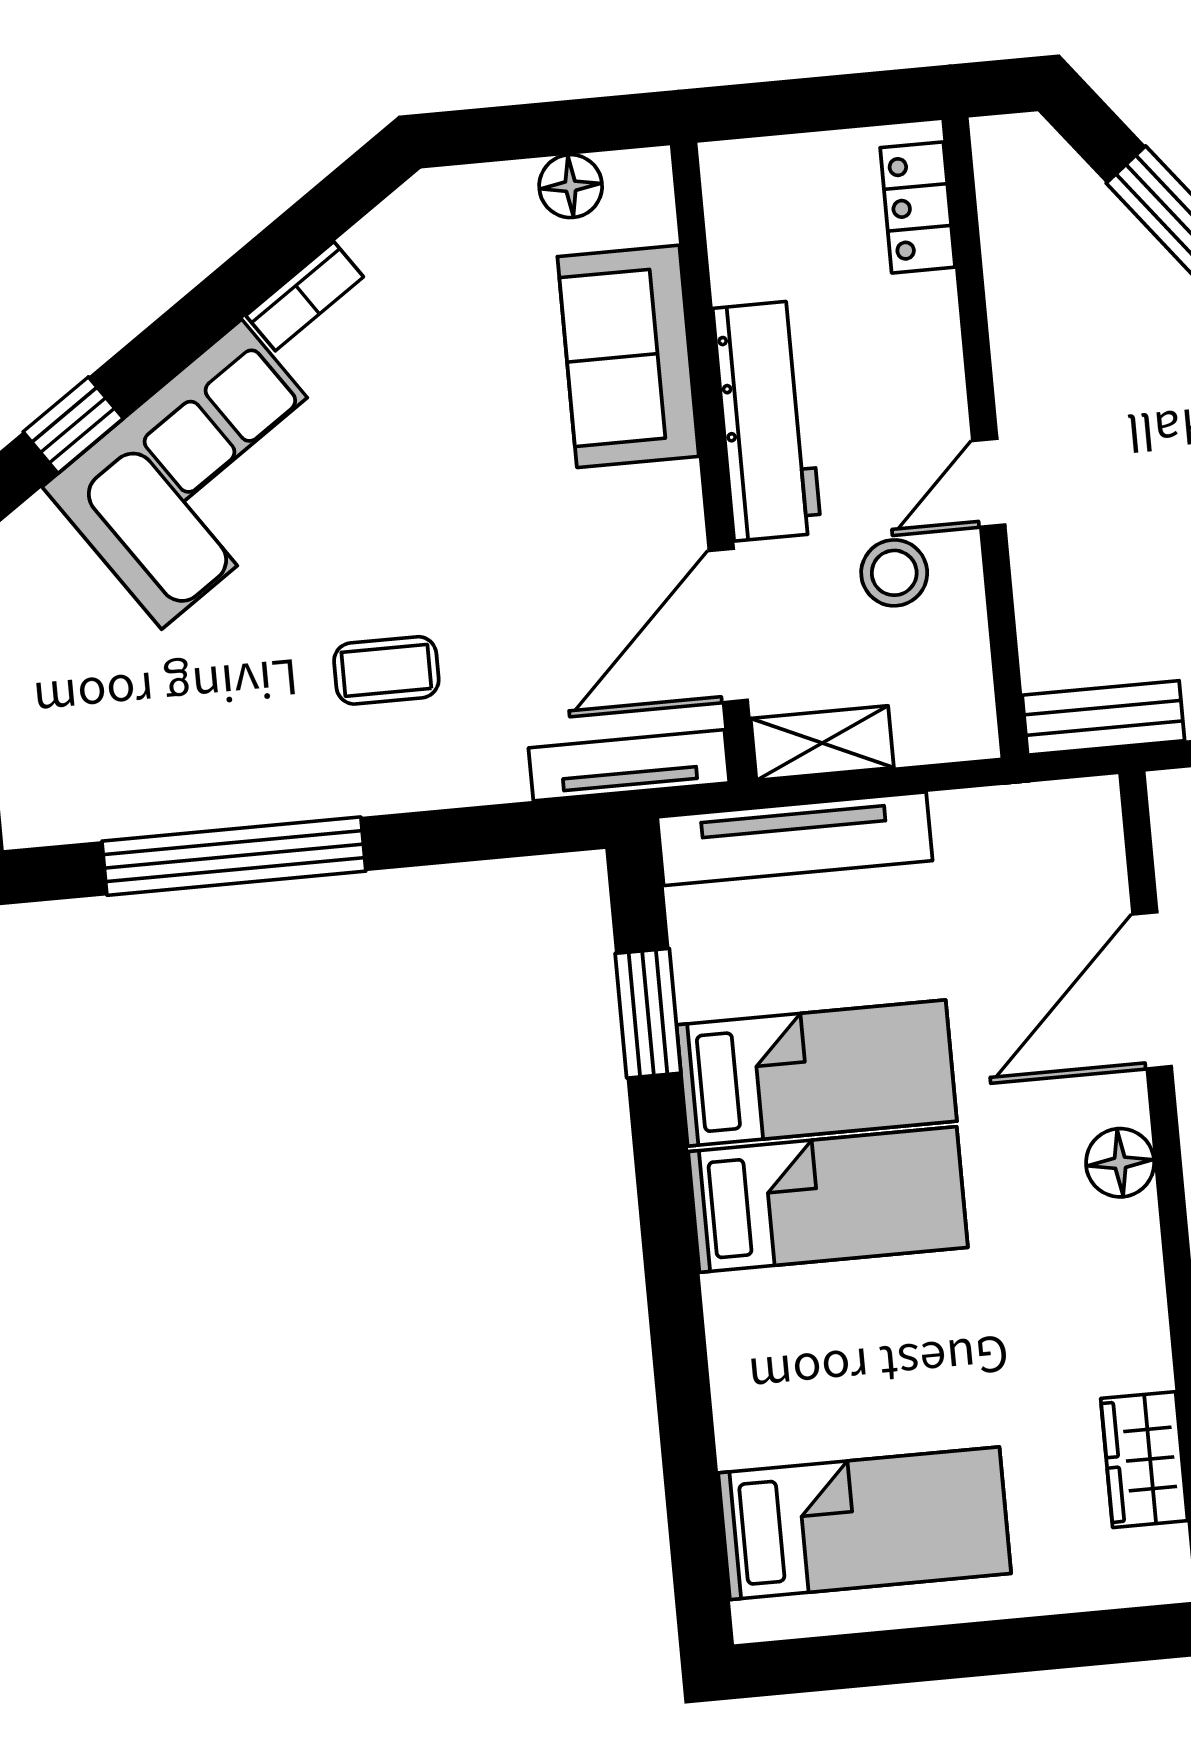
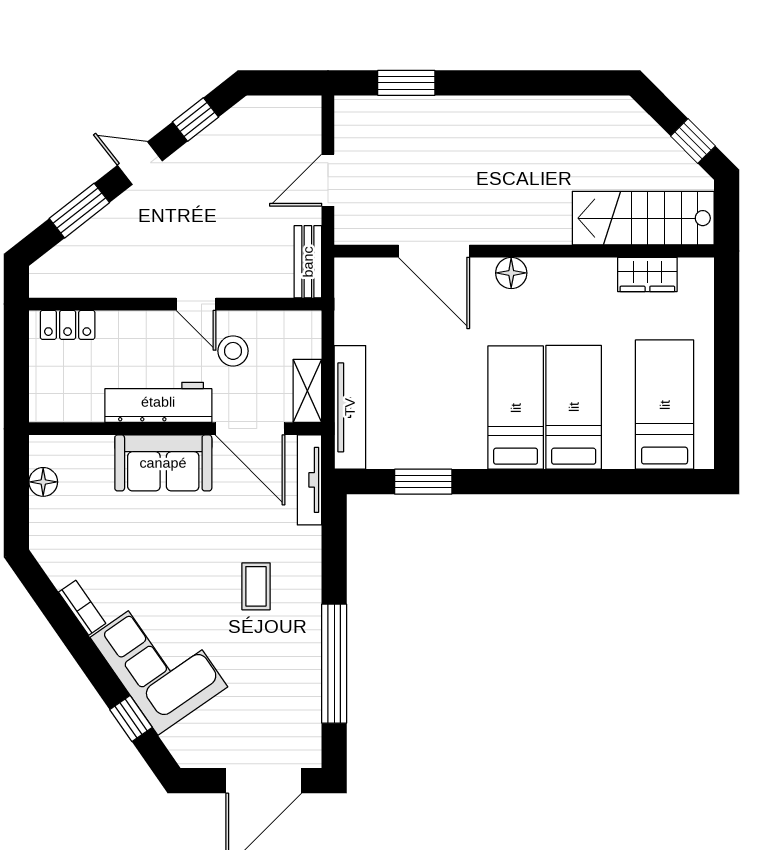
sofa: (628, 356) -> (163, 463), moved
bed: (817, 1073) -> (574, 407), moved

